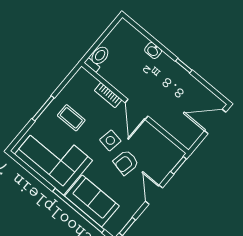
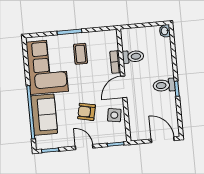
washbasin: (153, 50) -> (165, 31), moved
toilet: (98, 58) -> (133, 57), moved
toilet: (170, 74) -> (164, 85), added
side table: (110, 140) -> (114, 115), moved
door: (154, 195) -> (84, 147), hinge flipped

